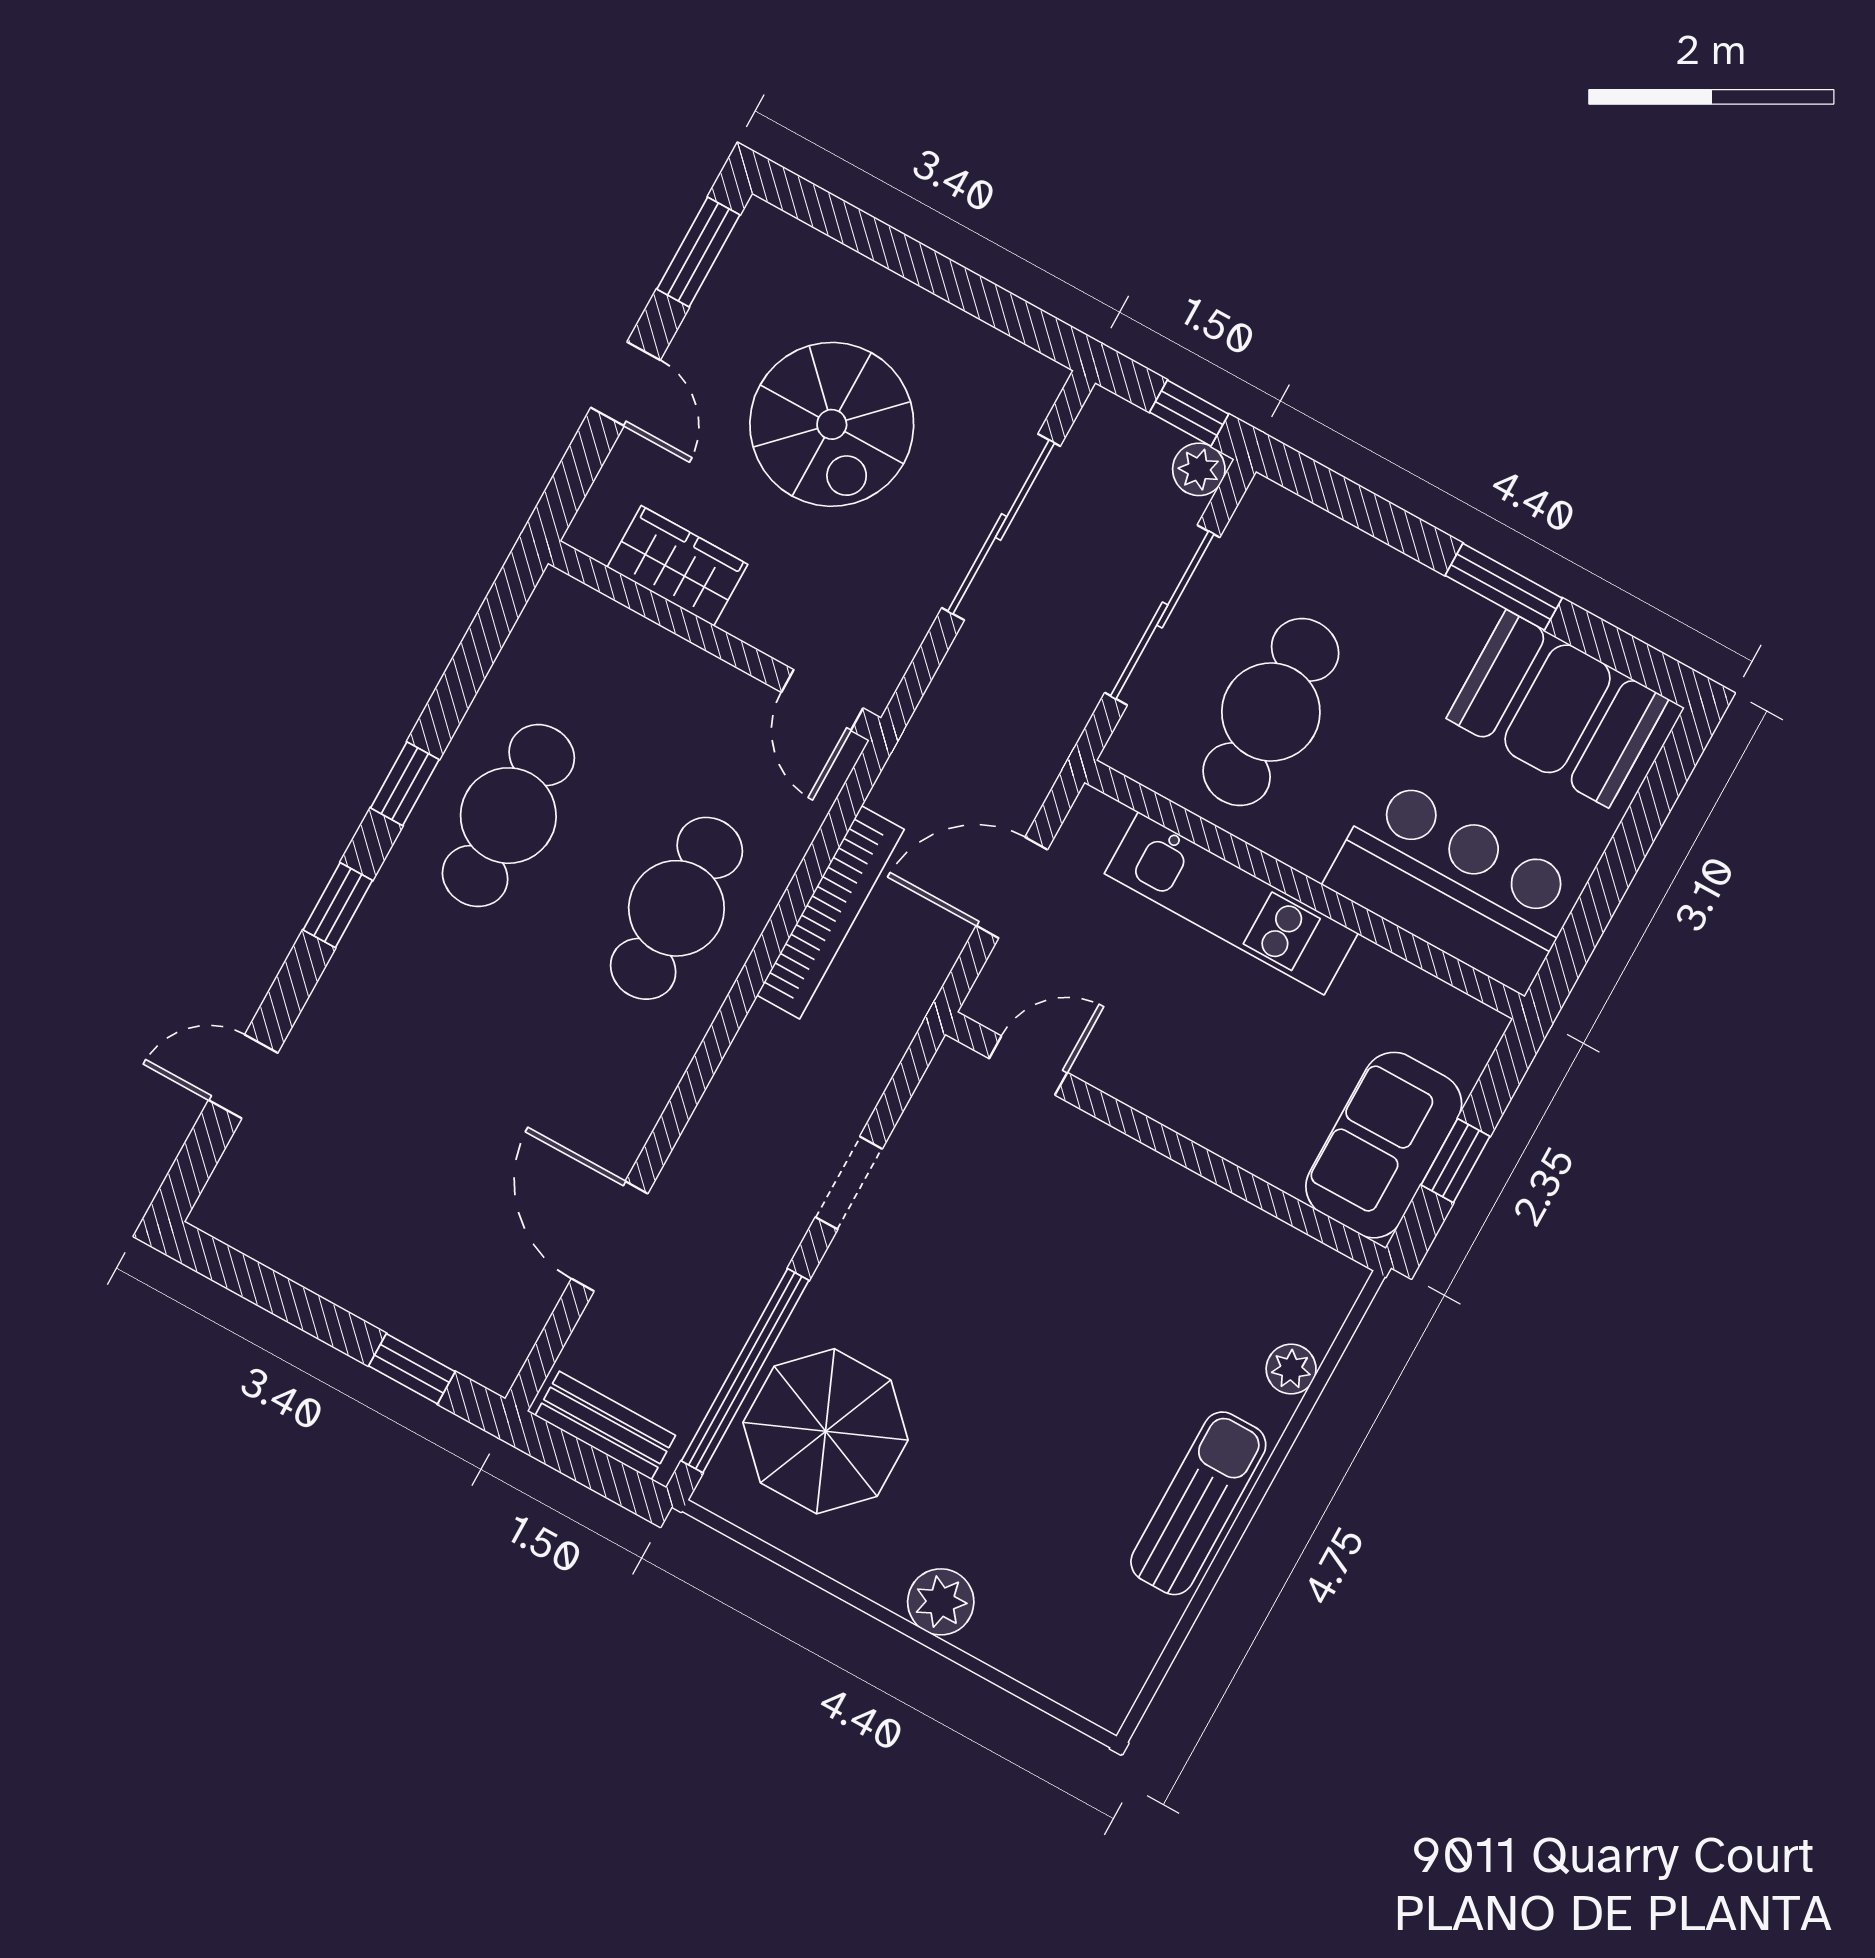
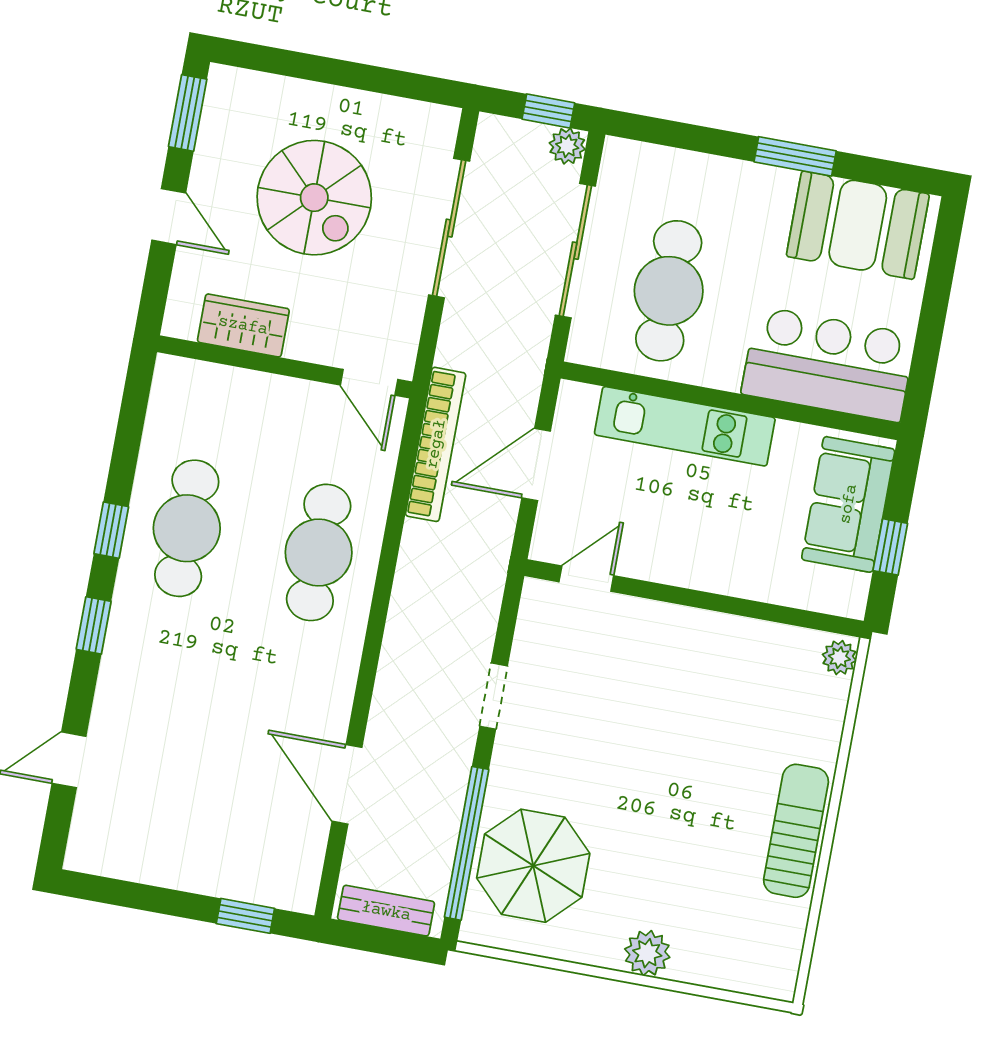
bookcase: (830, 912) -> (436, 444), moved
sofa: (1384, 1145) -> (848, 504), moved
plant: (1291, 1369) -> (839, 658), moved

